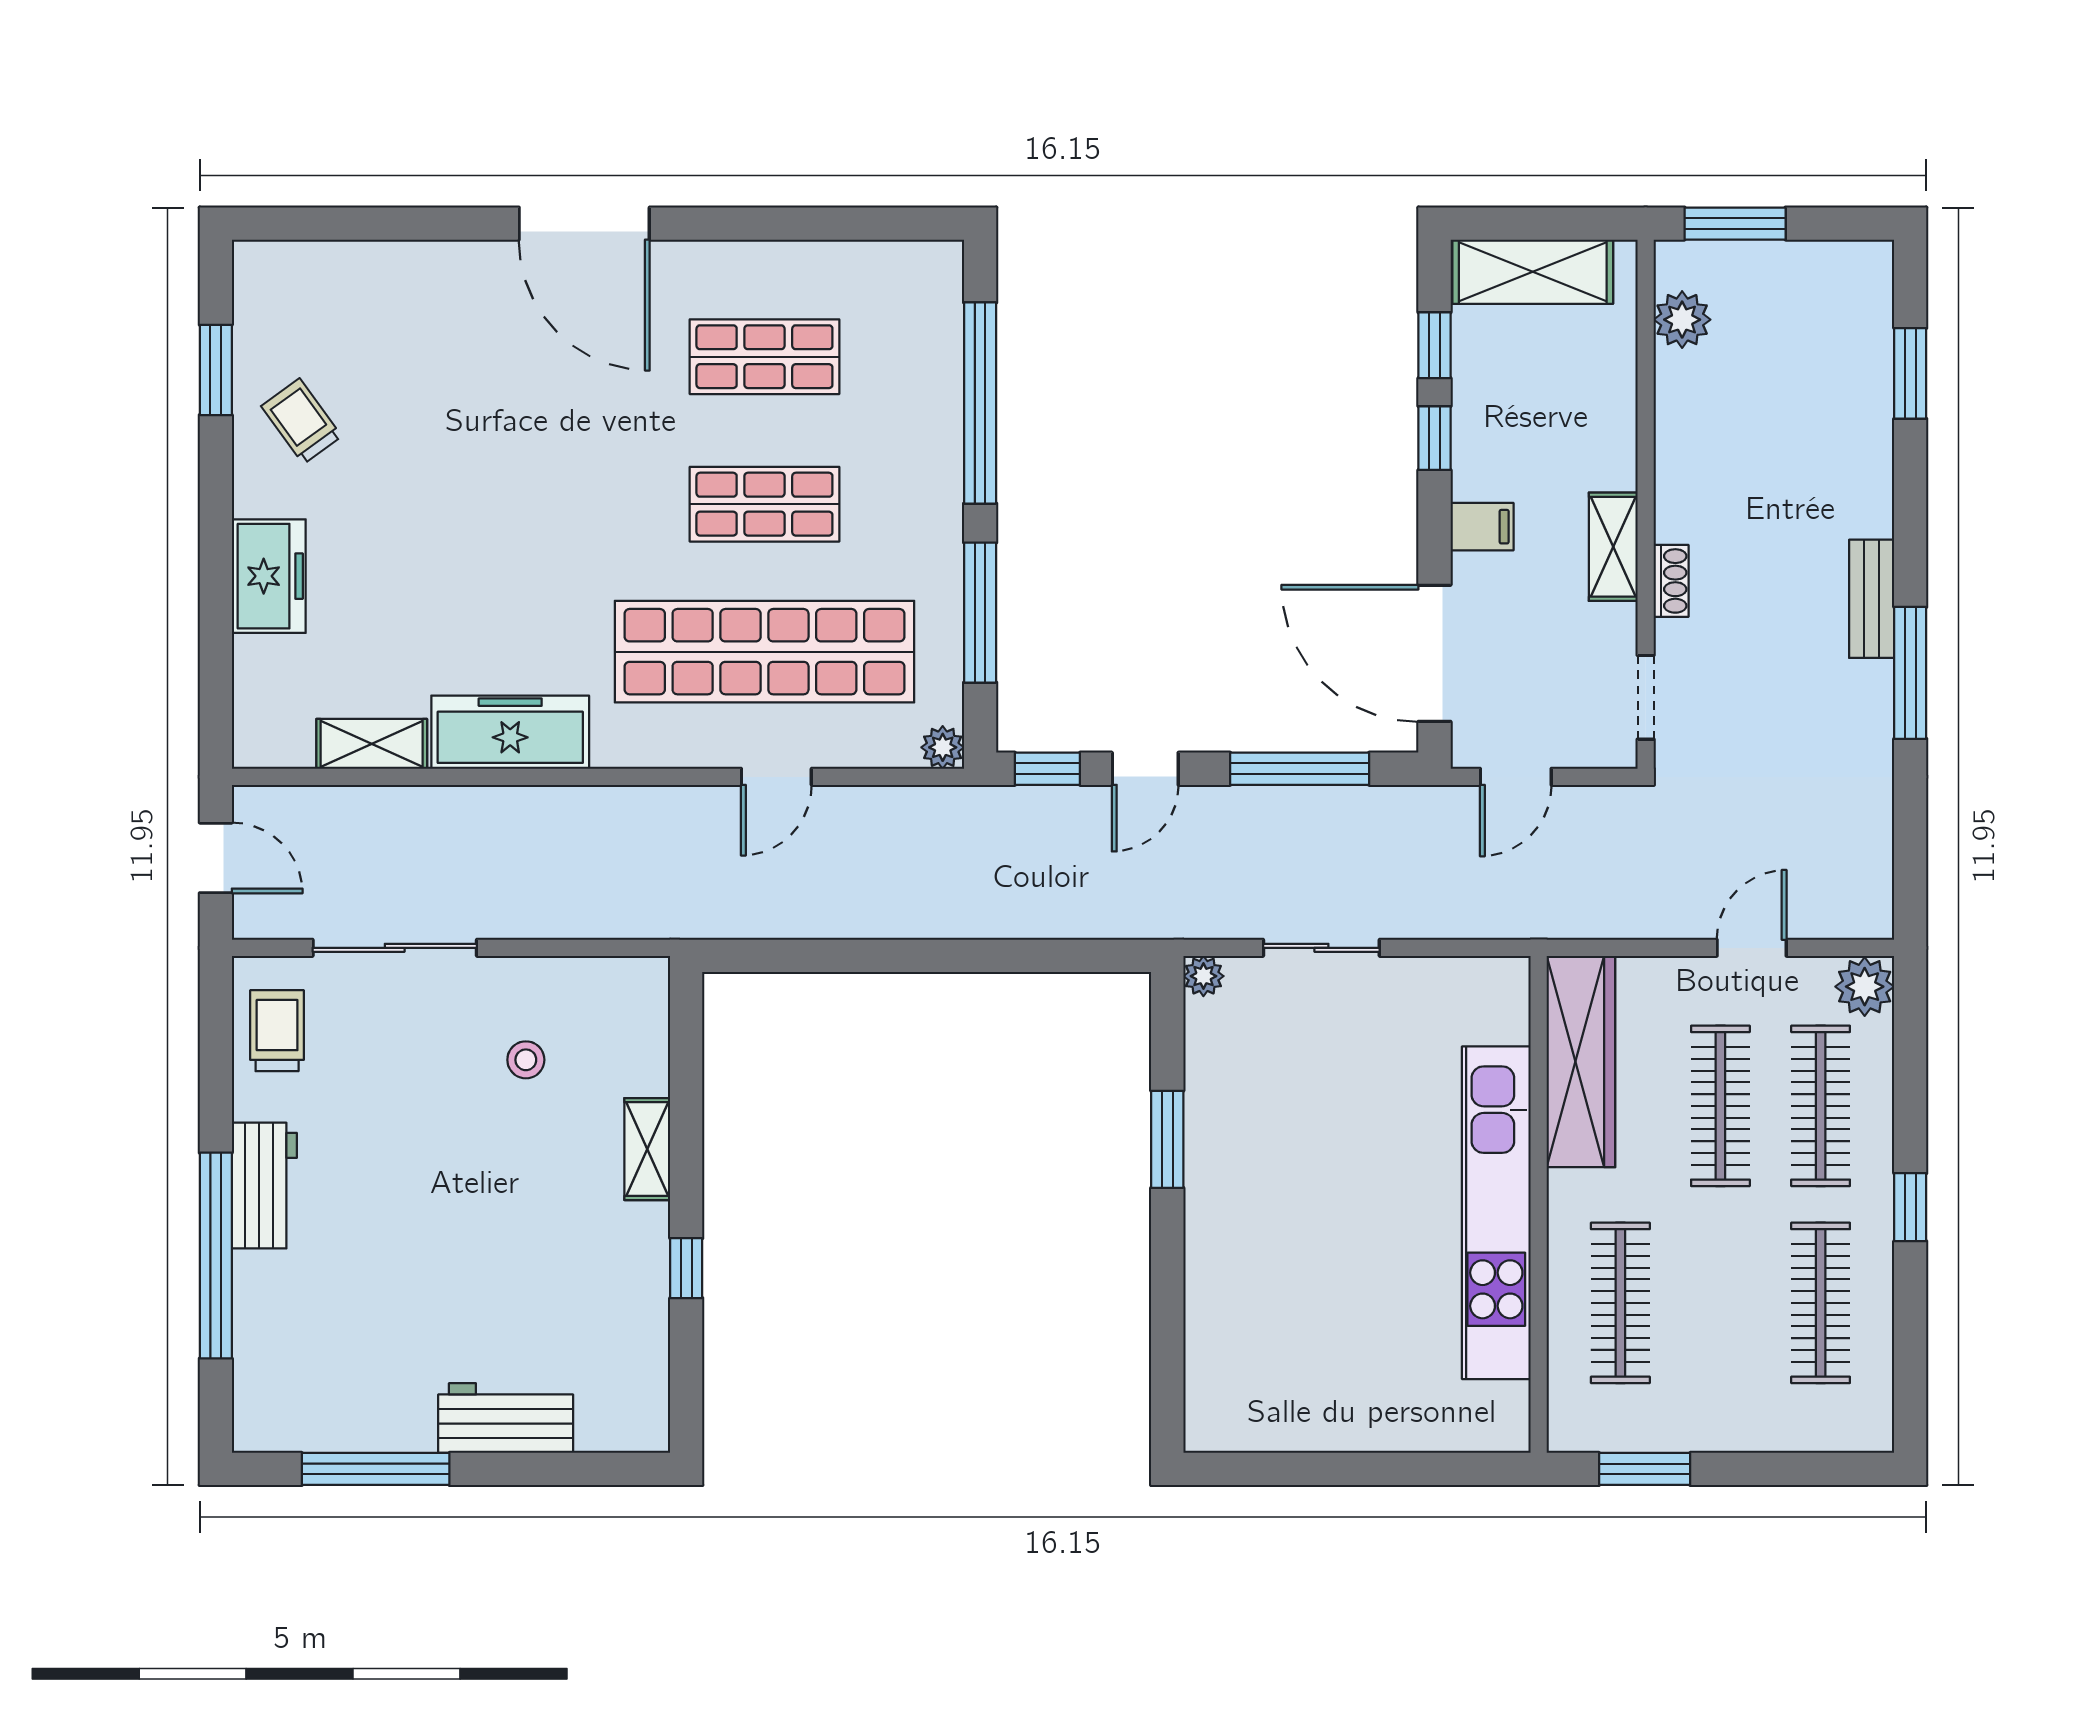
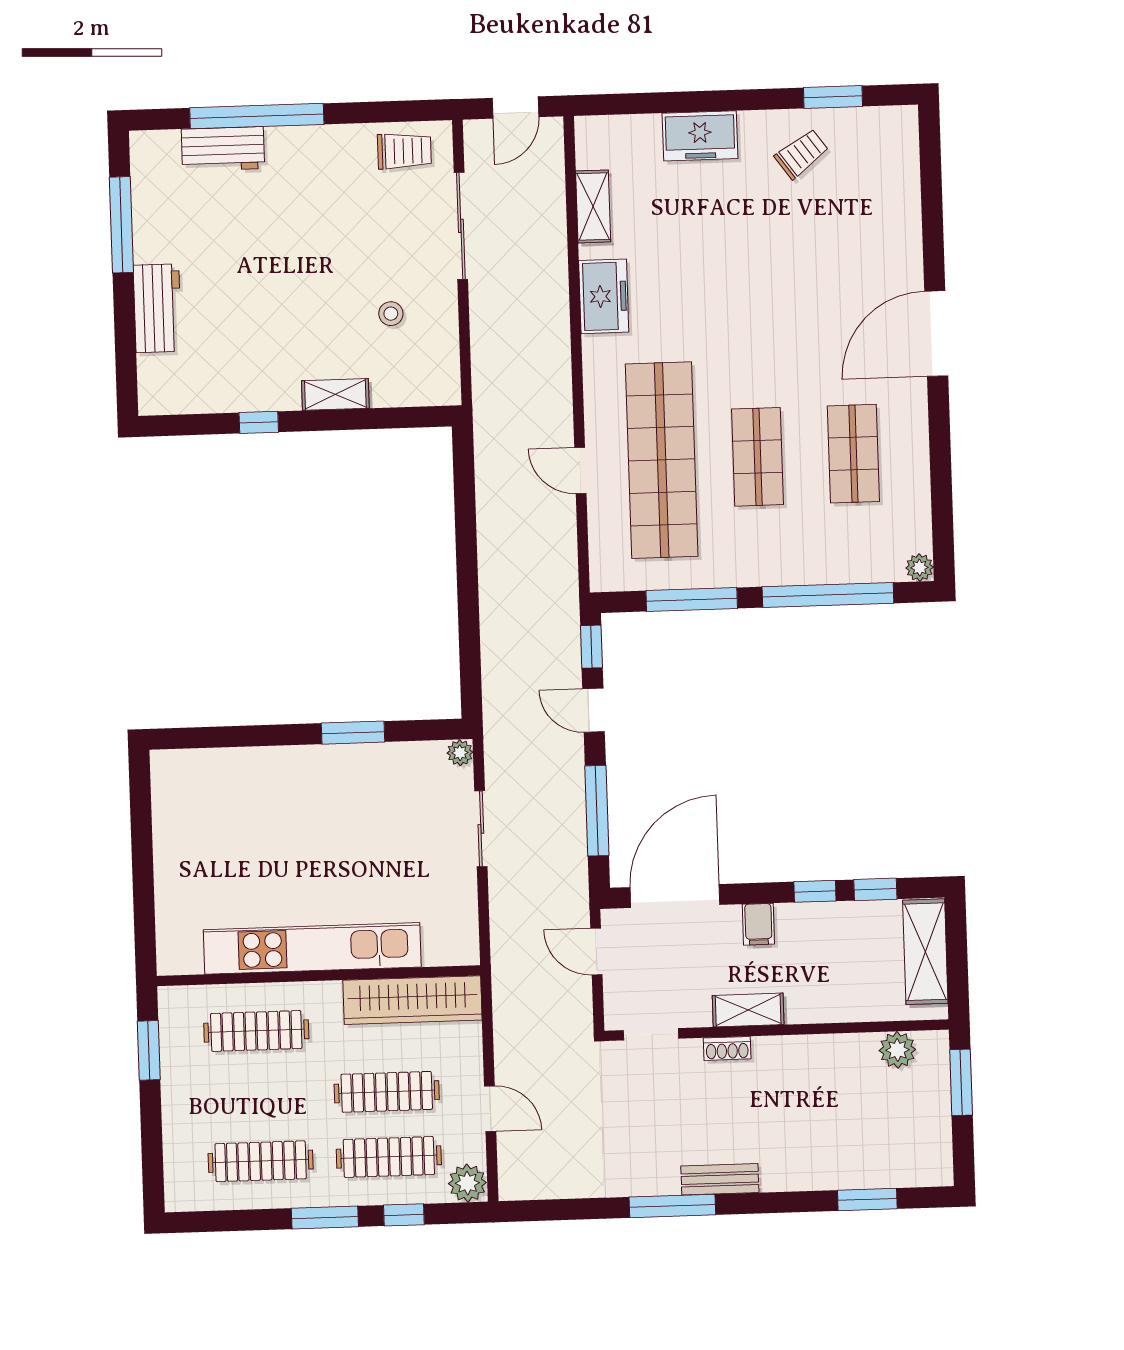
freezer: (510, 732) -> (604, 296), width x0.71
plant: (943, 747) -> (920, 568), moved
window: (1910, 1086) -> (404, 1215), added
workbench: (264, 1186) -> (223, 149), moved
window: (1910, 1207) -> (325, 1217), width x1.50

